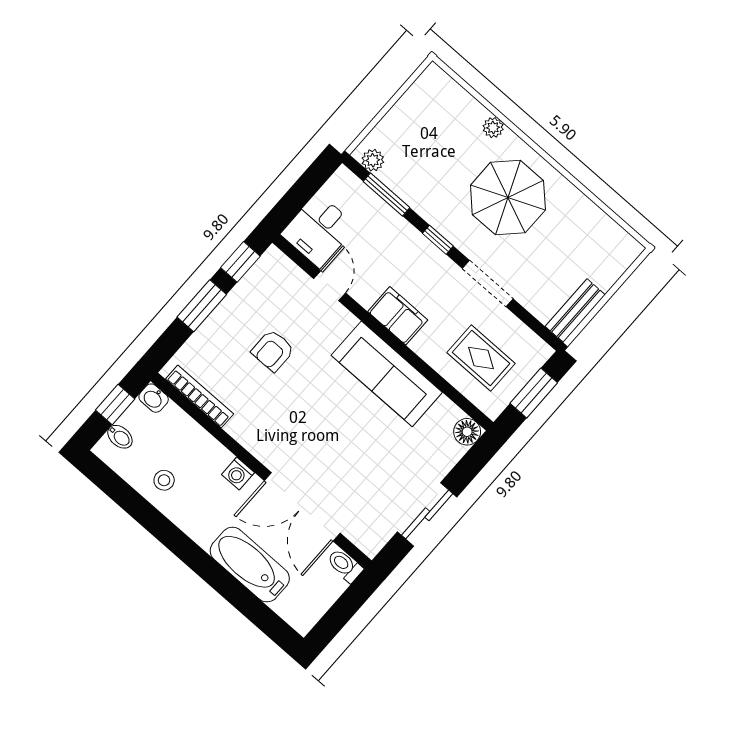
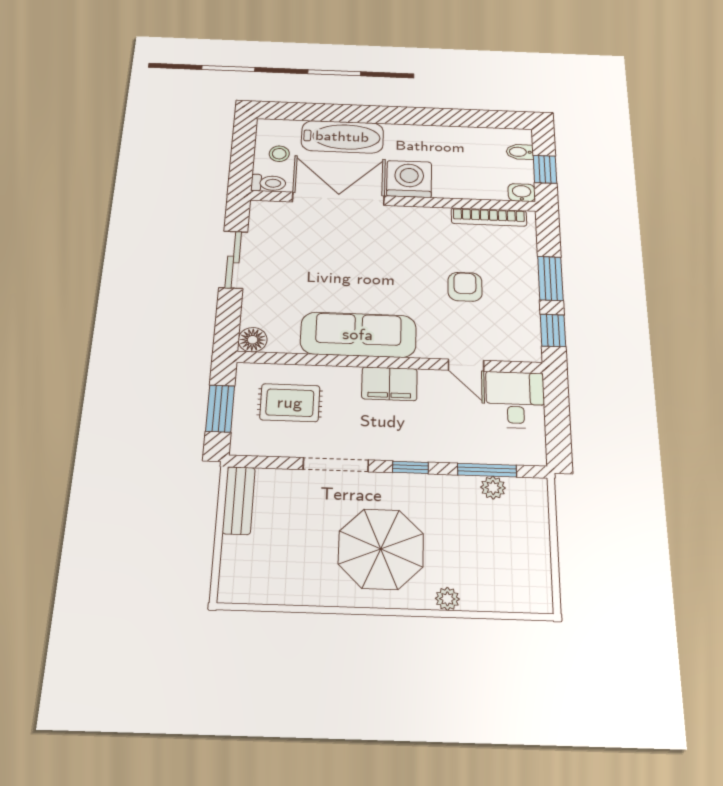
plant: (373, 160) -> (493, 488), moved
washing machine: (238, 474) -> (409, 179), width x1.89, depth x1.89
stool: (164, 480) -> (279, 154), moved

